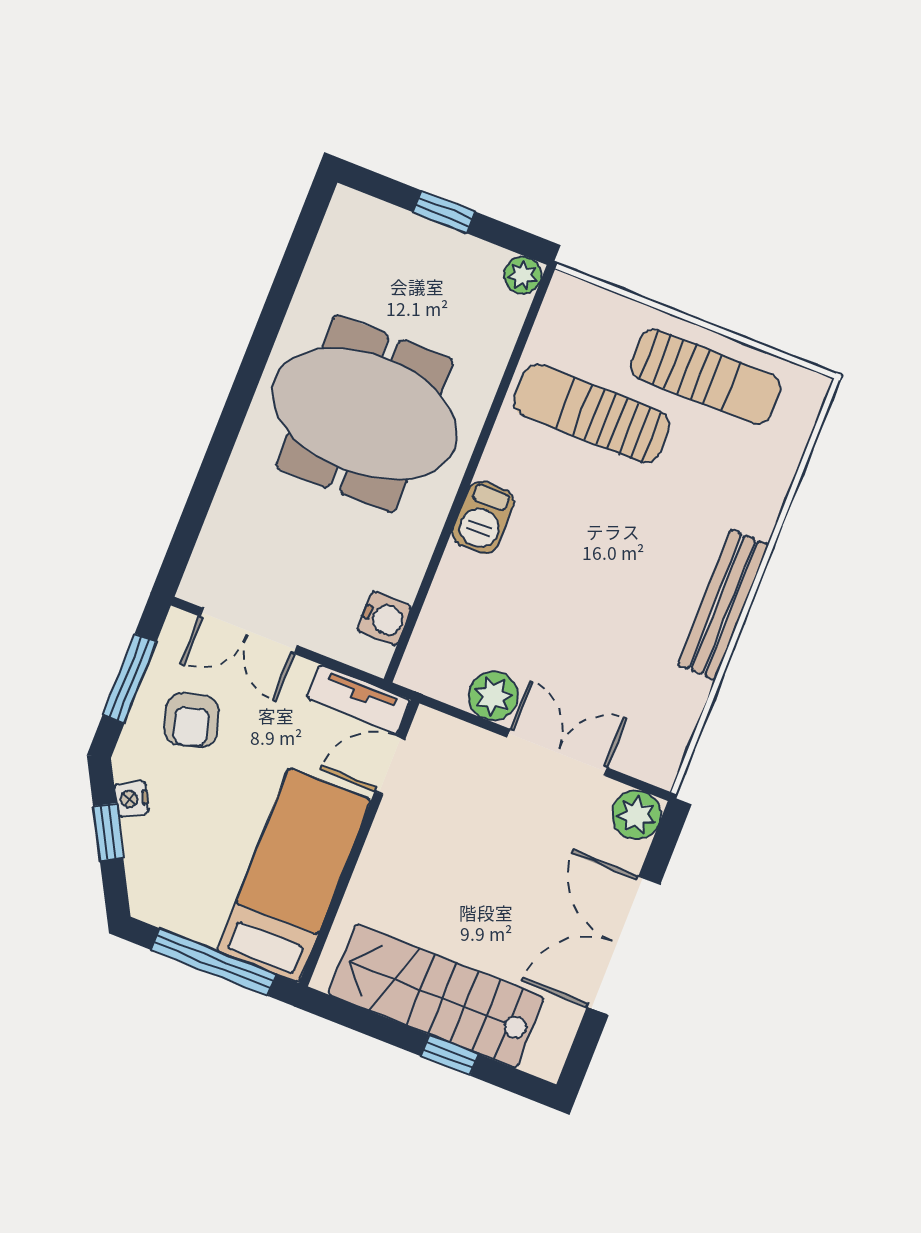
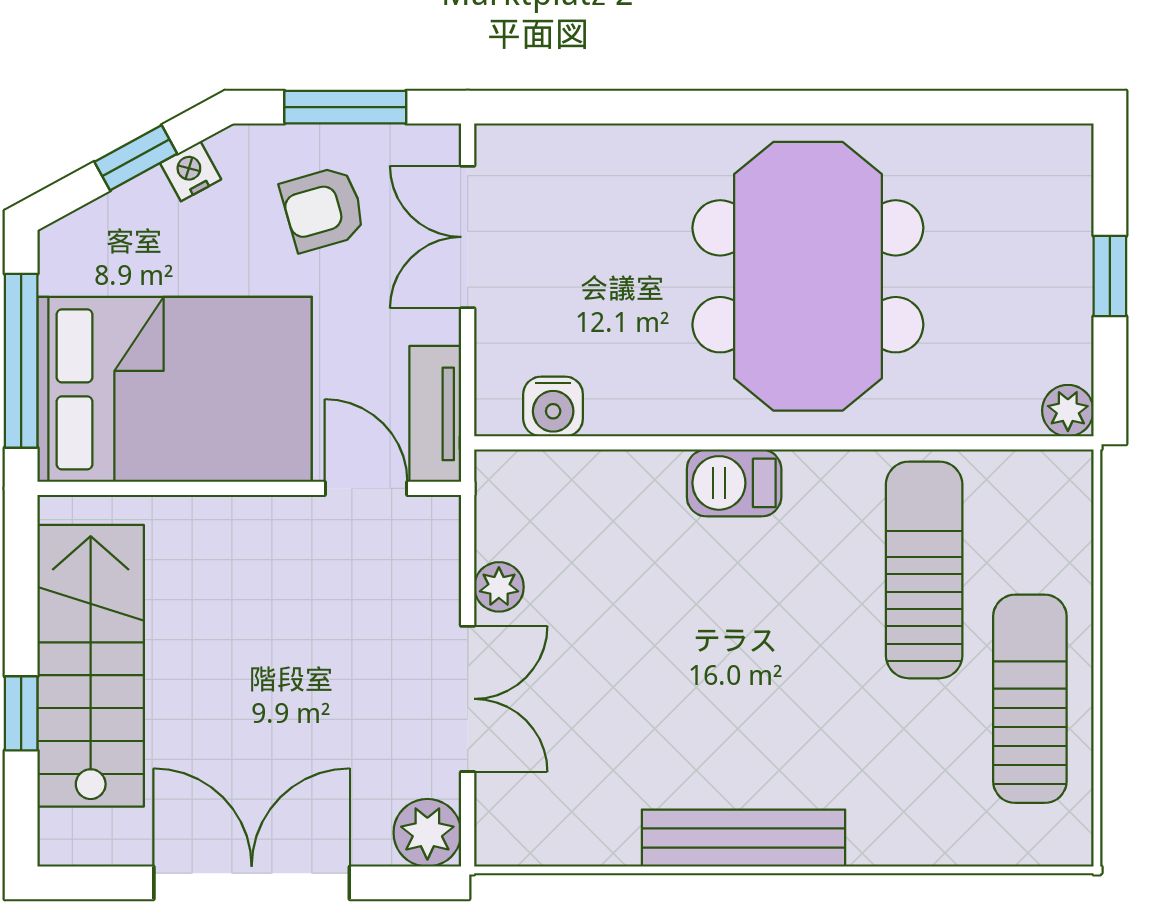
sun lounger: (705, 377) -> (1030, 699), turned 180
plant: (493, 696) -> (499, 587), width x0.73, depth x0.73
bed: (294, 875) -> (175, 389), width x1.50

